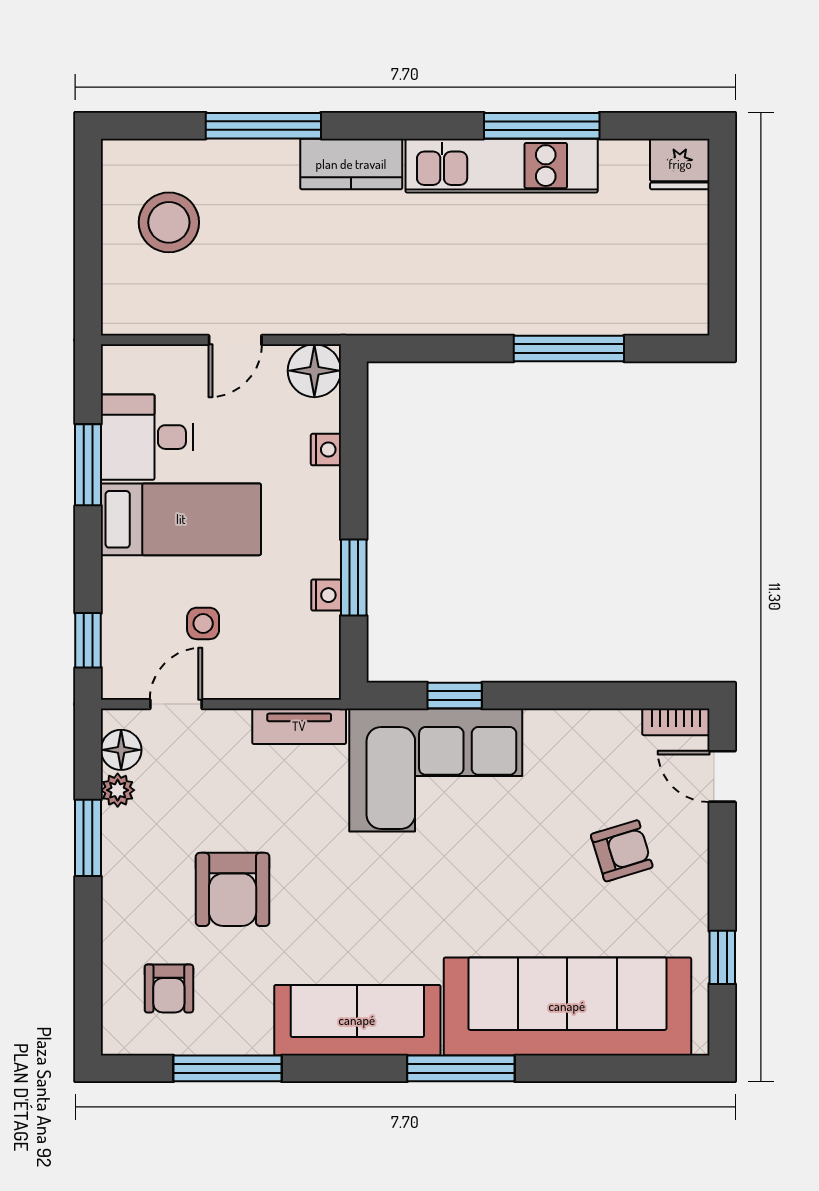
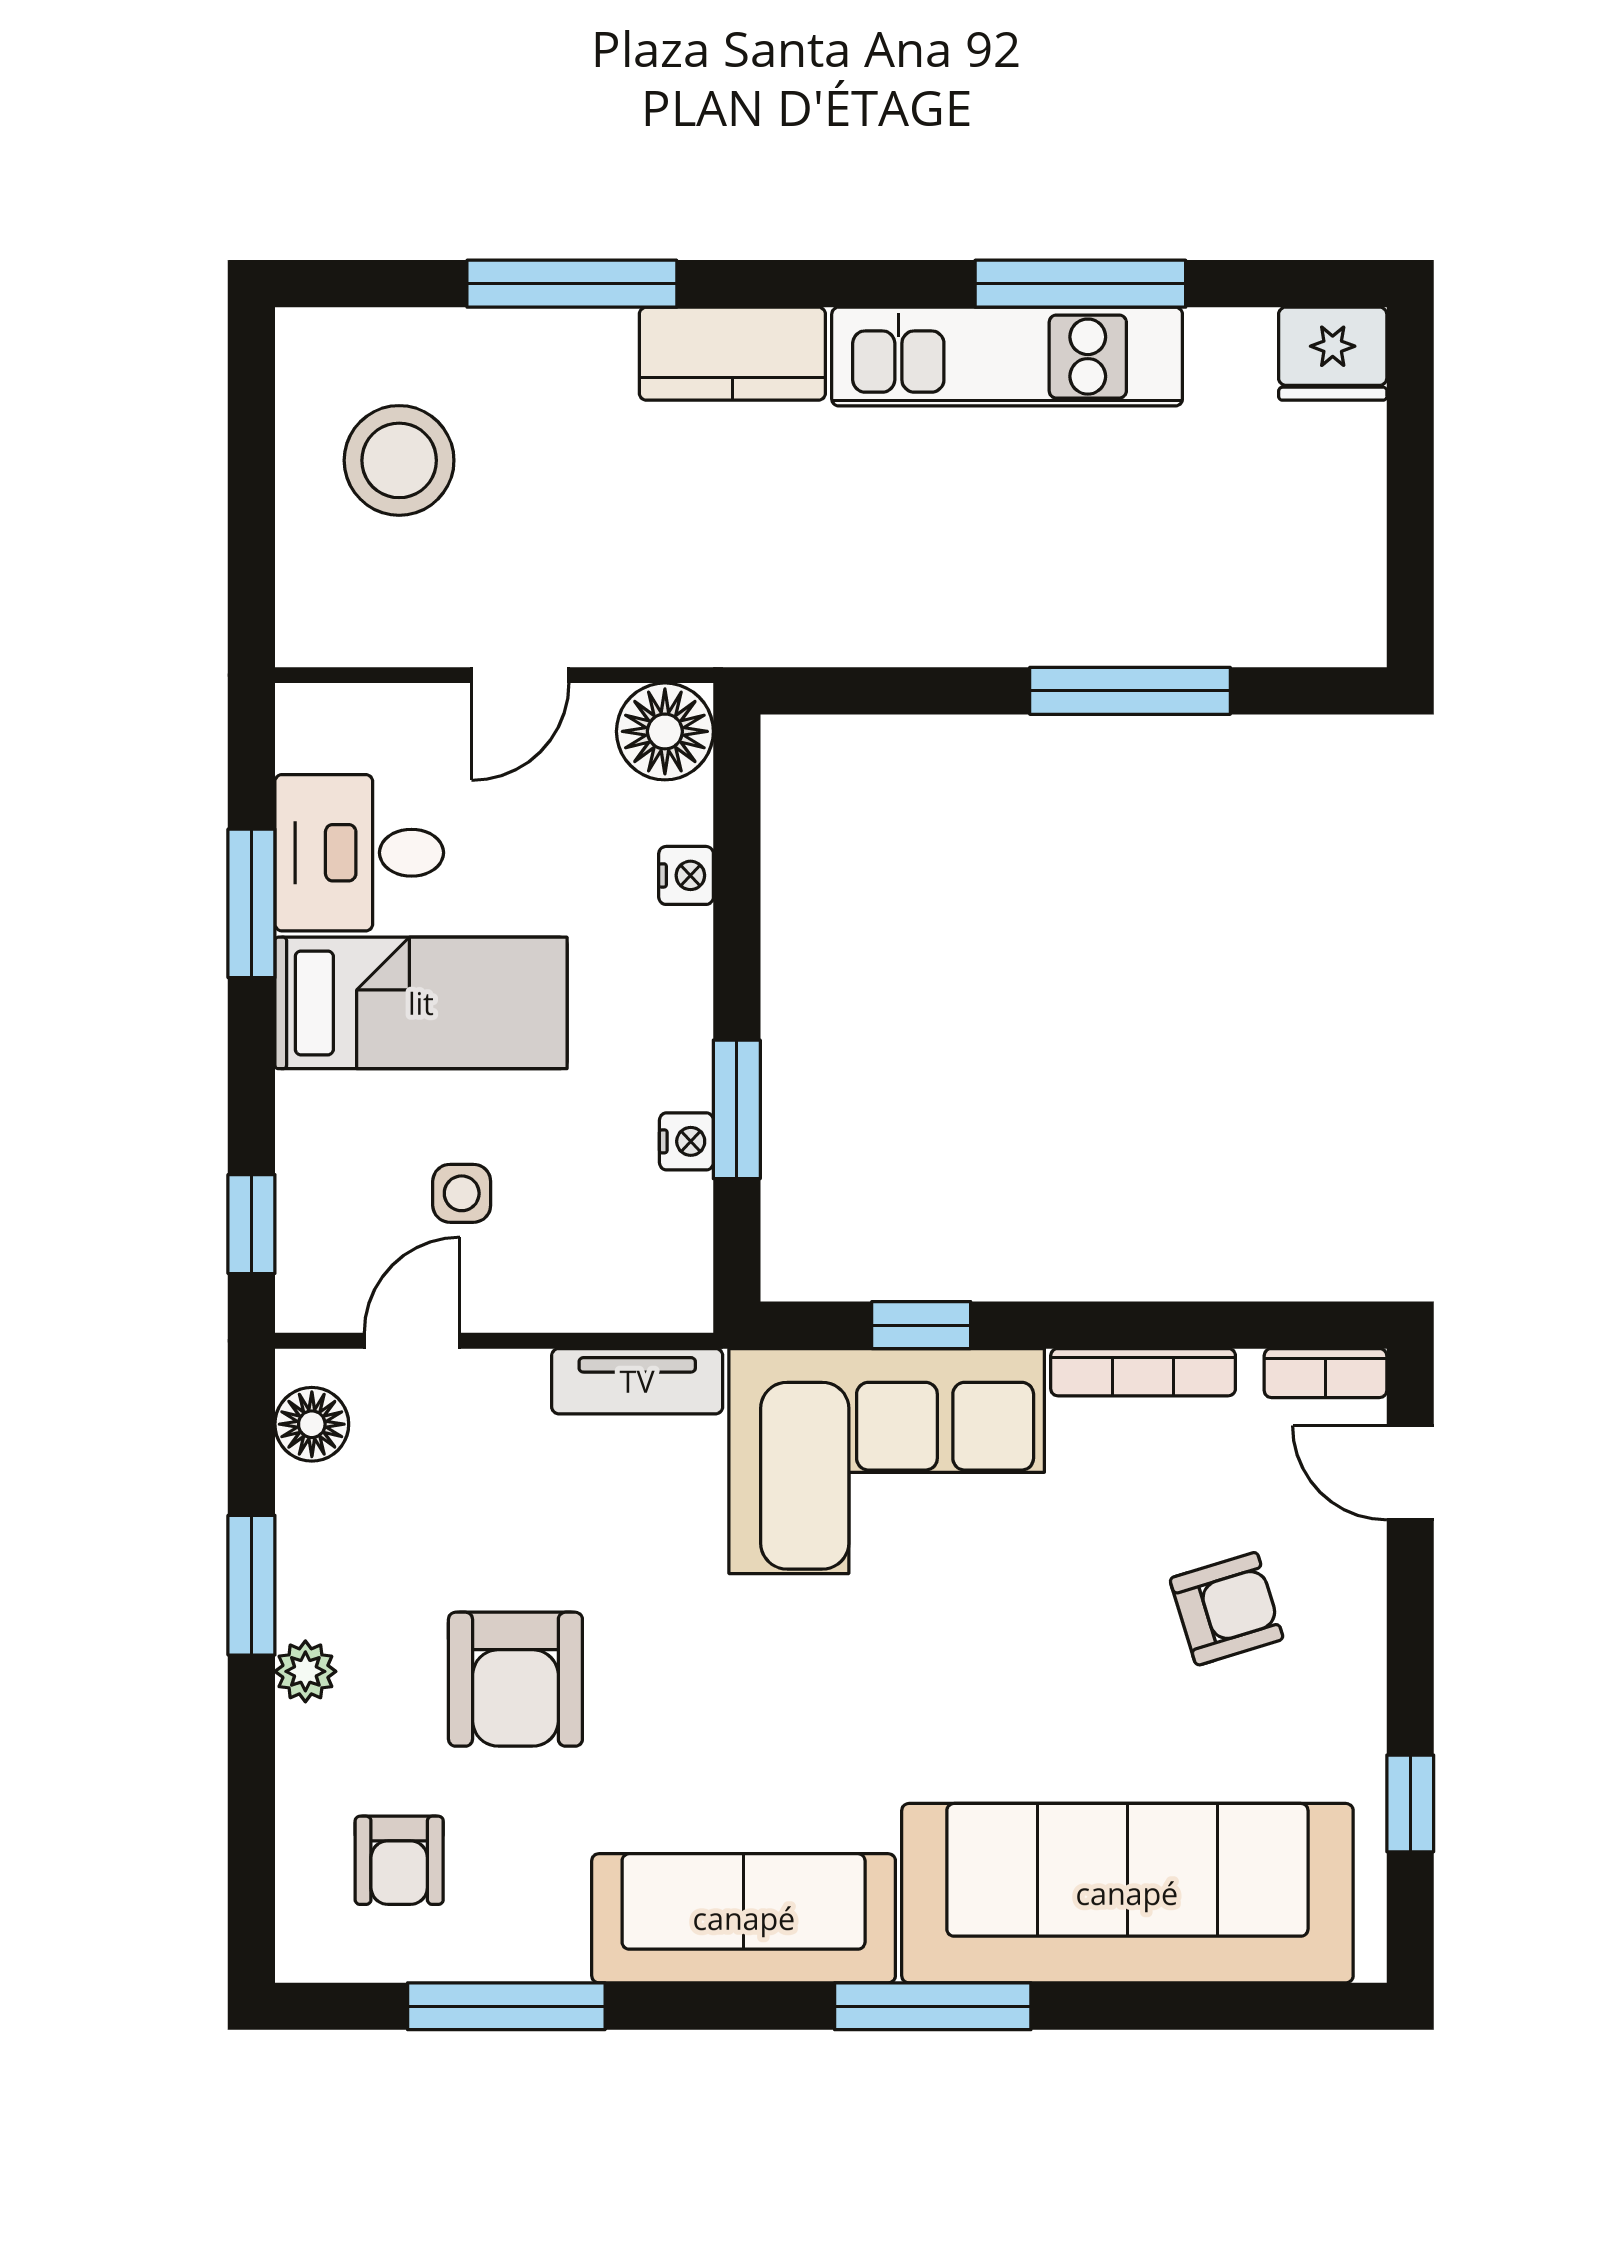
bookcase: (576, 721) -> (1143, 1372), added
plant: (118, 790) -> (305, 1671), moved

